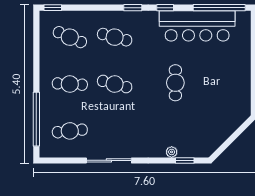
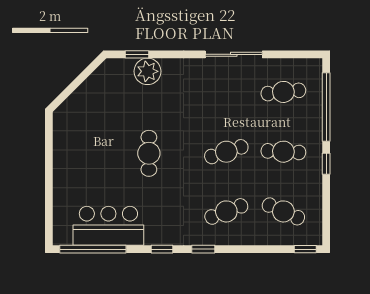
bar counter: (197, 26) -> (108, 226), width x0.73
cafe table: (115, 37) -> (226, 211), turned -36
window: (36, 75) -> (326, 164), added
cafe table: (115, 84) -> (226, 152), turned -33
plant: (172, 152) -> (147, 71), width x1.87, depth x1.87

